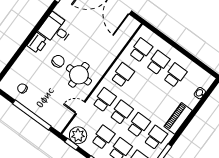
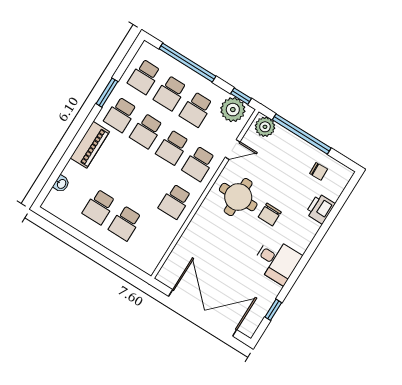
printer: (37, 43) -> (320, 209), moved
school desk: (141, 50) -> (151, 240), removed
plant: (57, 122) -> (265, 127), added

